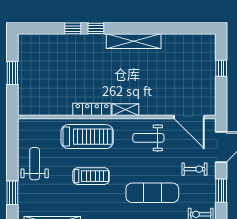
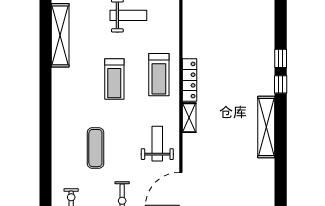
treadmill: (87, 137) -> (159, 75), width x0.73, depth x0.73
exercise mat: (152, 193) -> (95, 148), width x0.73, depth x0.69

